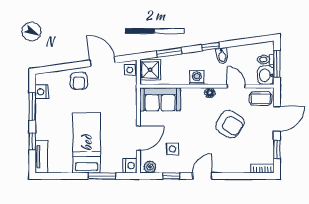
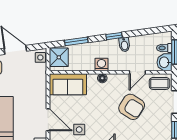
door: (236, 86) -> (137, 72), swing flipped
floor lamp: (210, 93) -> (102, 78), moved
door: (138, 138) -> (48, 120), hinge flipped

